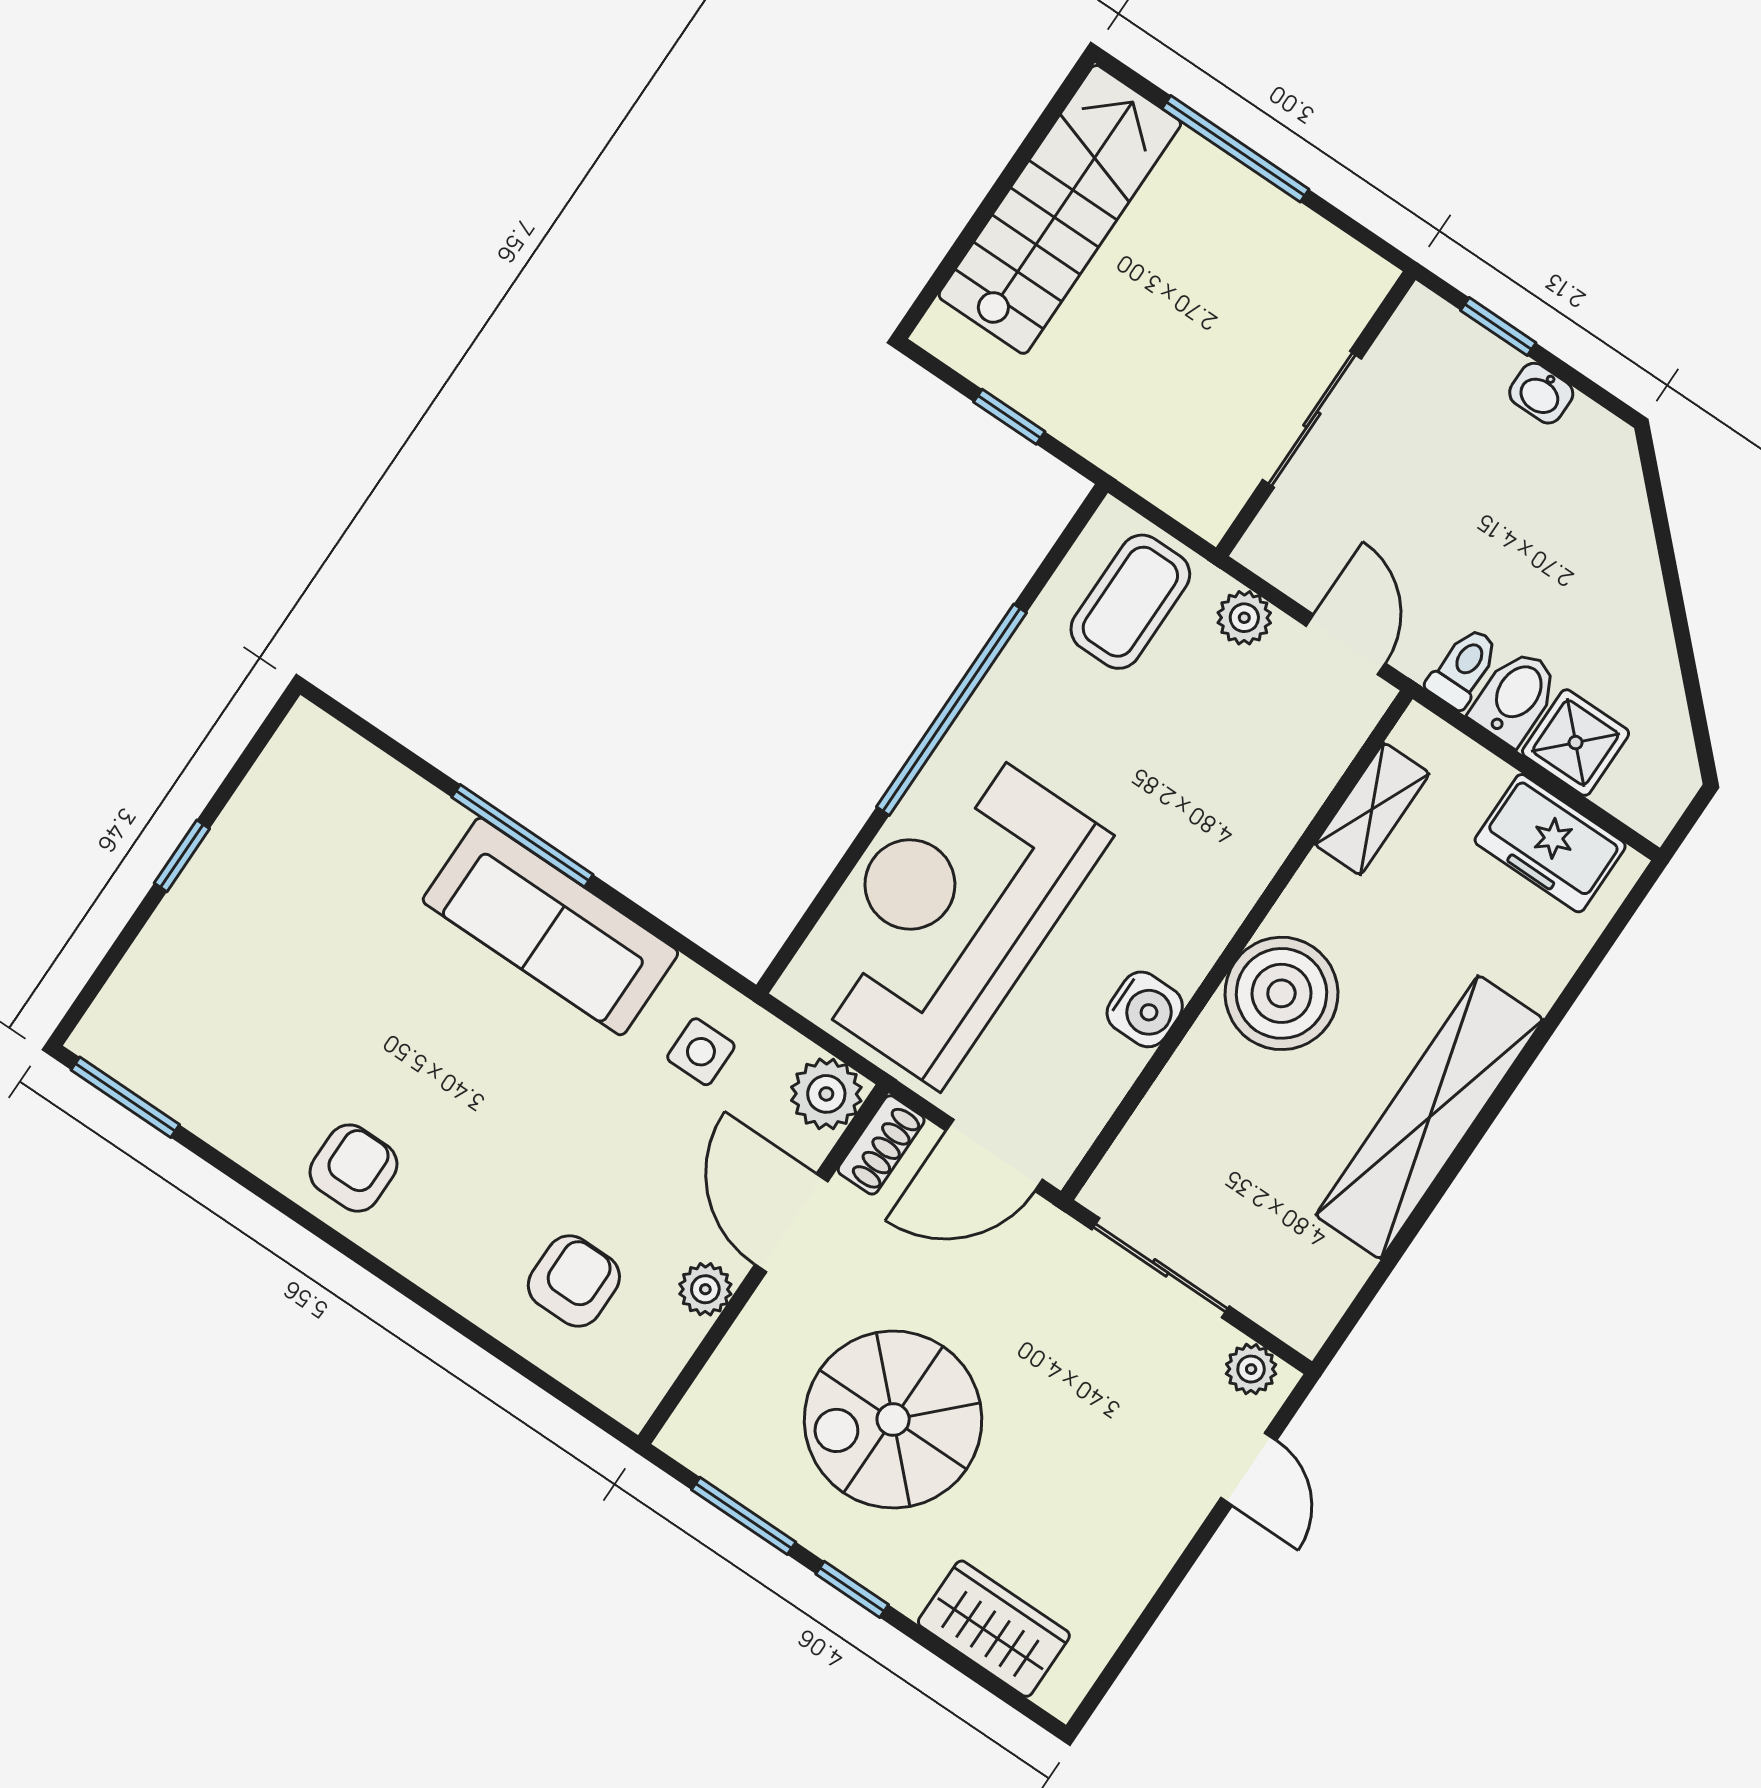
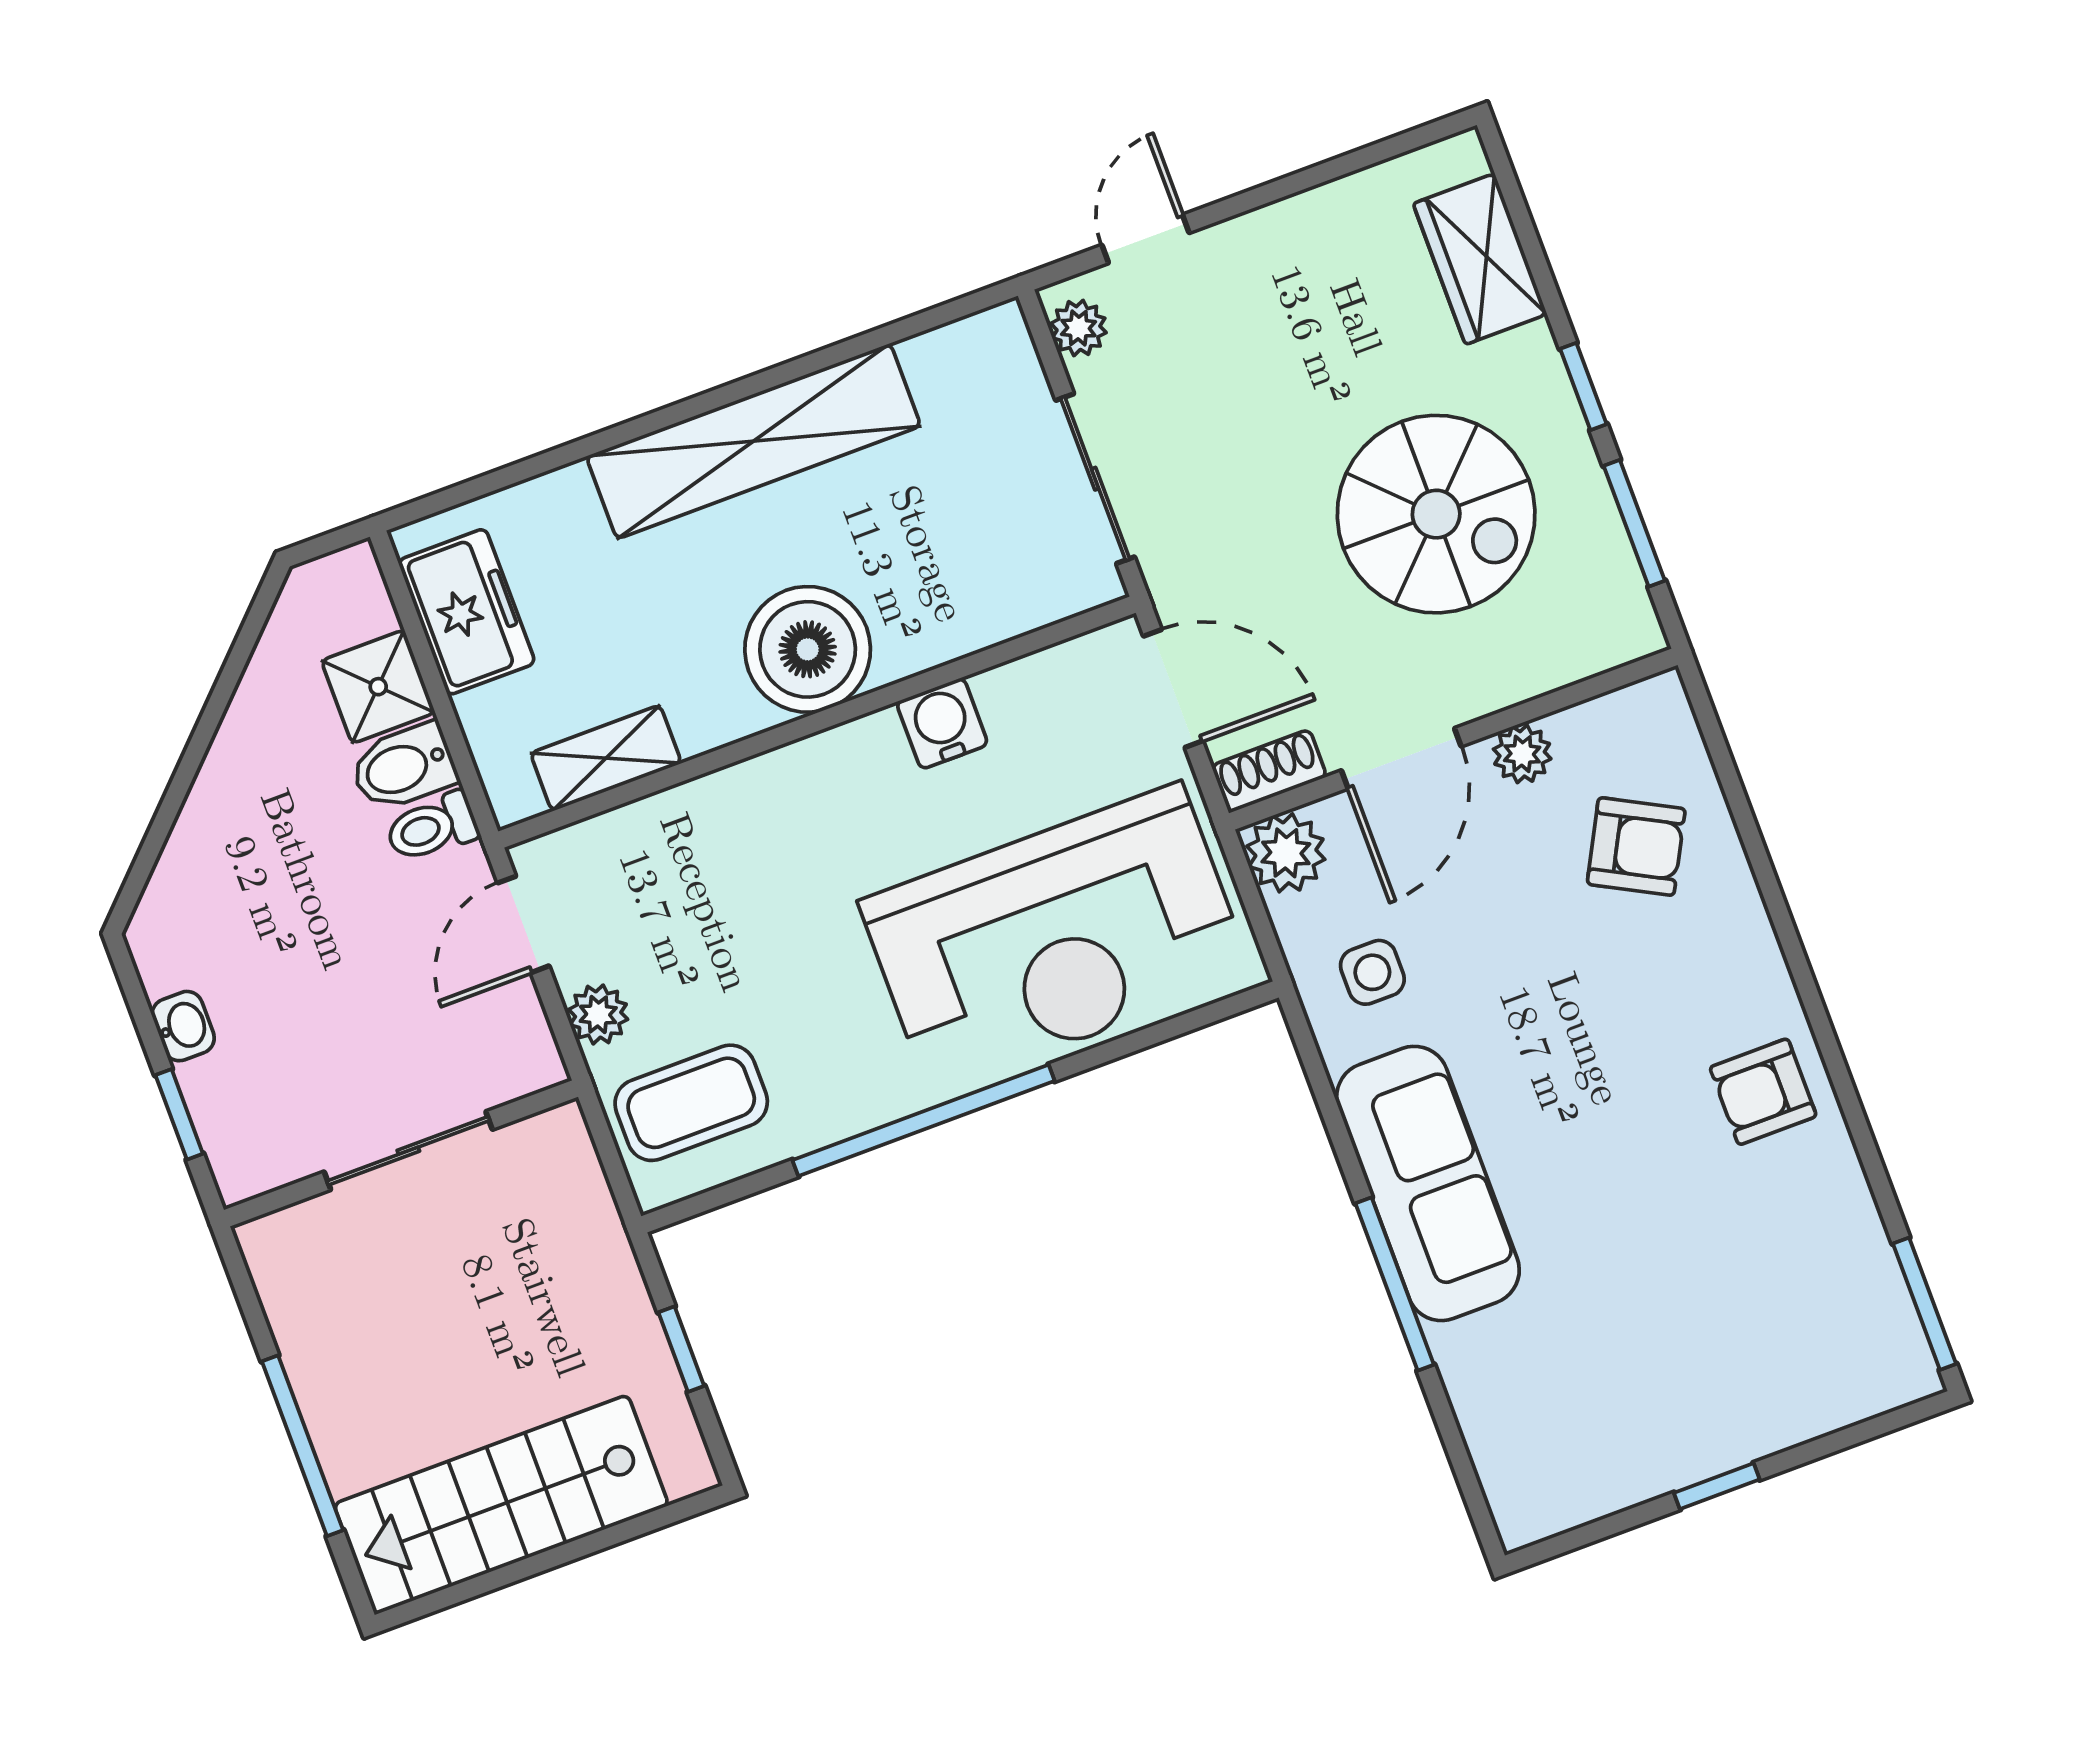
armchair: (574, 1281) -> (1636, 846), turned -152

